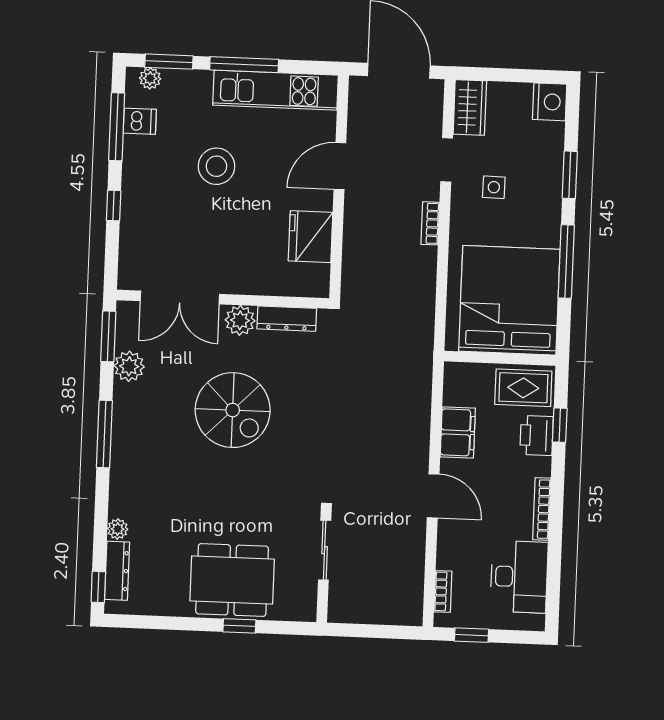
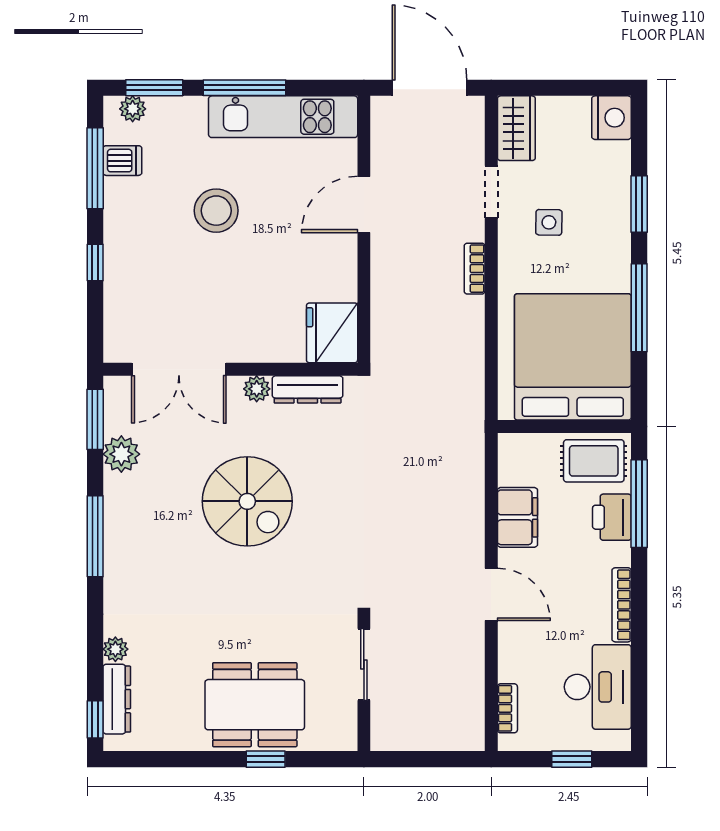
fridge: (311, 237) -> (332, 333), moved
plant: (240, 320) -> (257, 389), width x0.73, depth x0.73
window: (560, 425) -> (639, 504), width x2.17
window: (472, 635) -> (572, 759), moved

